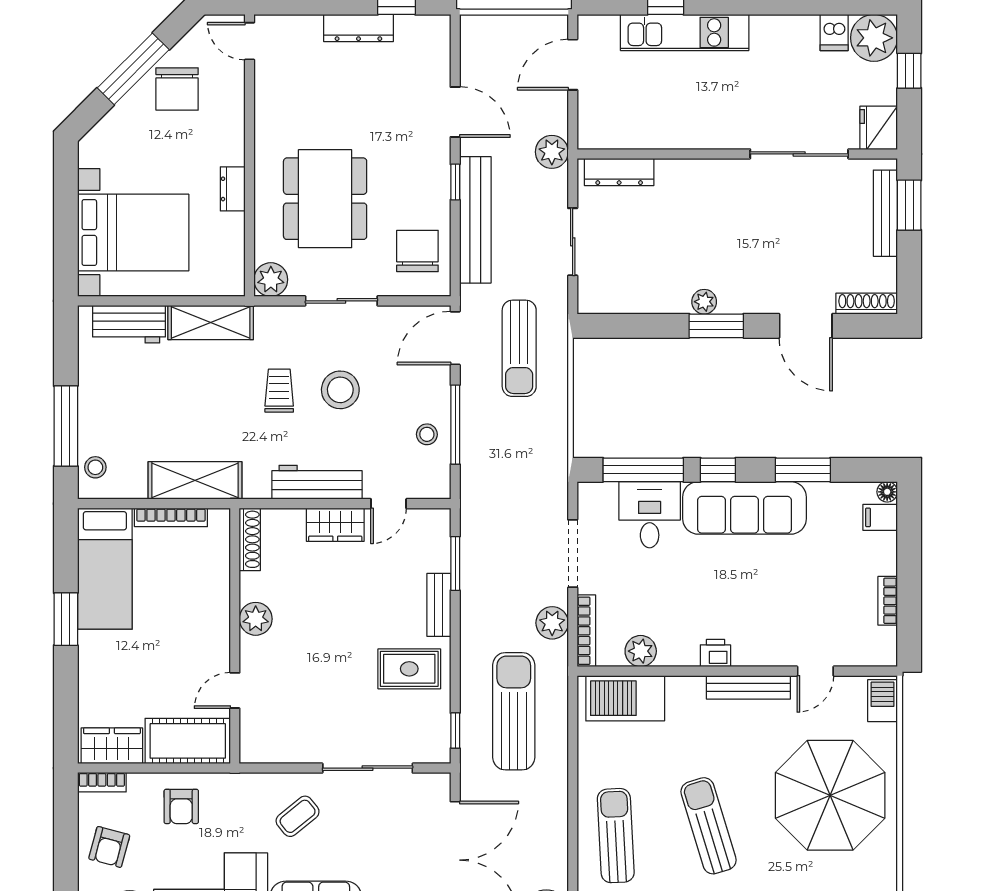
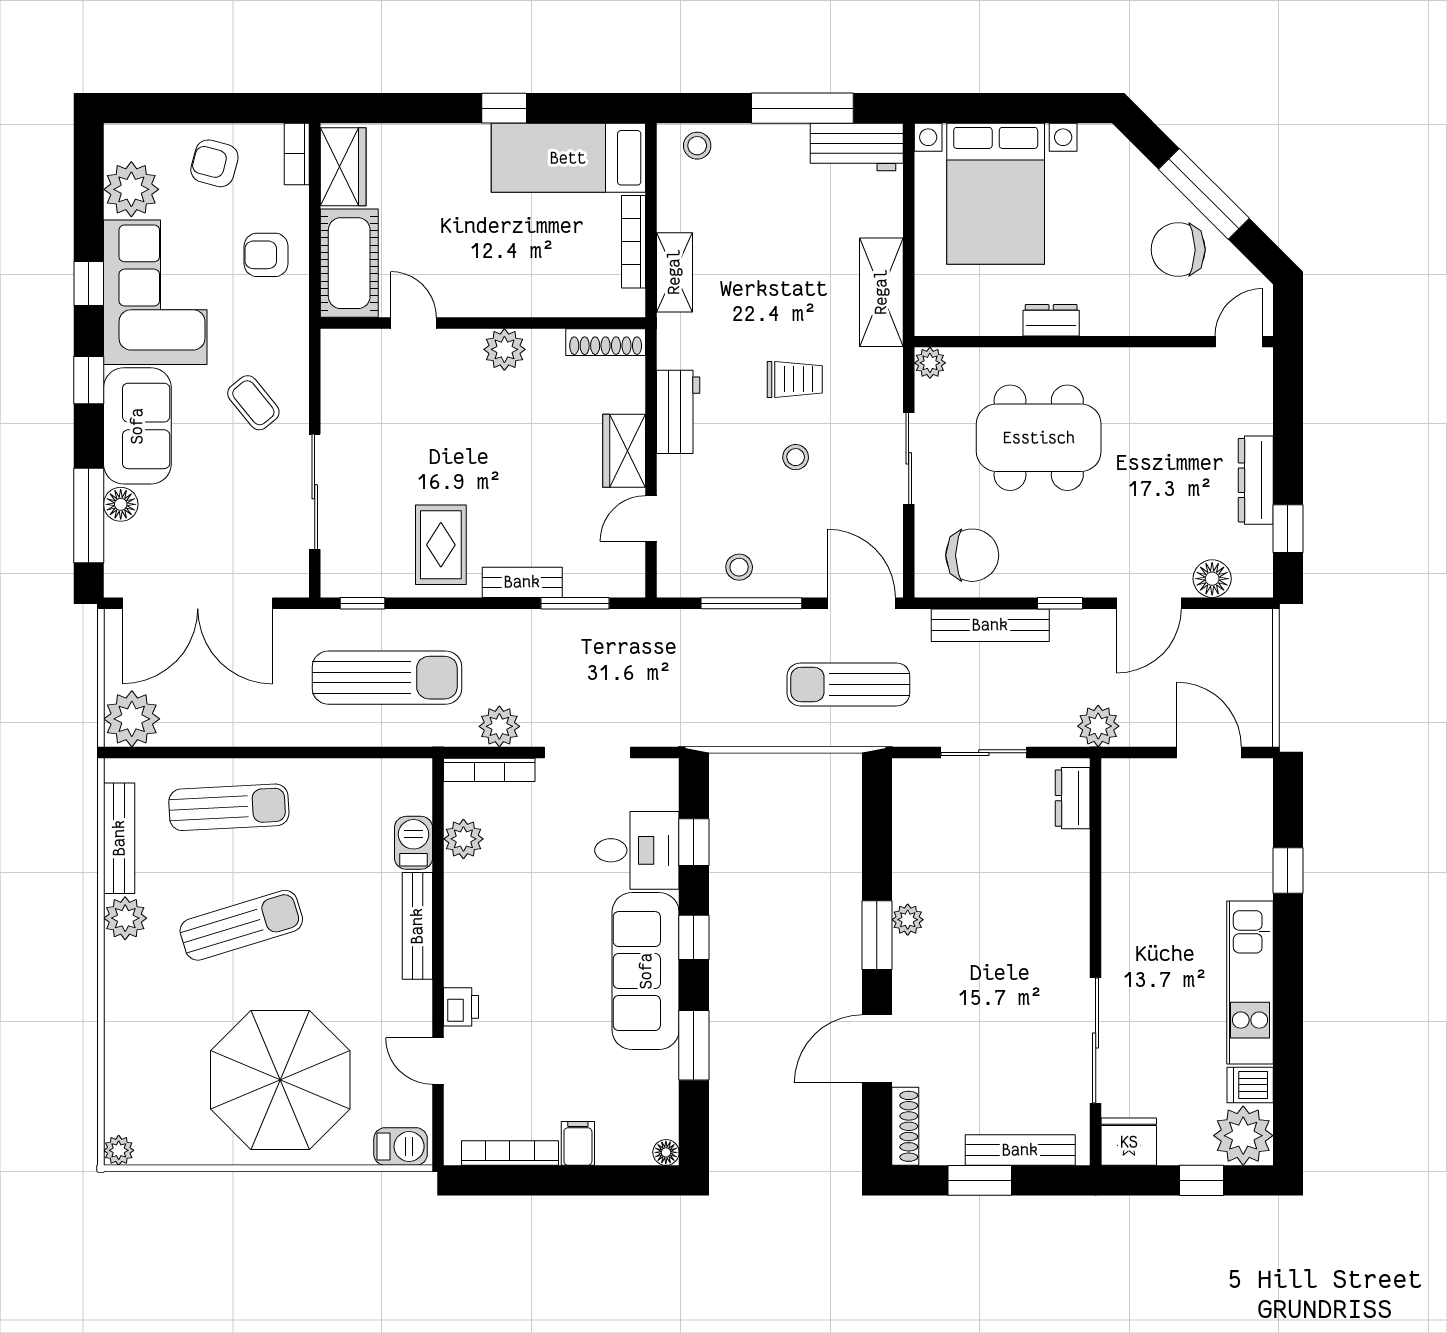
kitchen unit: (685, 32) -> (1250, 983), moved
floor lamp: (436, 62) -> (1212, 579), added
dresser: (619, 172) -> (1073, 798), width x0.70
window: (909, 205) -> (980, 1180), moved
bench: (475, 220) -> (990, 625), width x0.73, depth x0.82
plant: (271, 280) -> (930, 363), width x0.73, depth x0.73
workbench: (129, 324) -> (857, 147), moved, turned -90
stool: (340, 390) -> (796, 457), width x0.53, depth x0.53
window: (66, 426) -> (802, 108), moved
window: (643, 470) -> (694, 842), width x0.46
shelving: (195, 480) -> (674, 272), width x0.67, depth x0.75
workbench: (317, 482) -> (678, 412), width x0.73
door: (389, 504) -> (651, 518), hinge flipped
filing cabinet: (880, 517) -> (578, 1143), moved
bookcase: (888, 601) -> (510, 1153), width x1.56
window: (66, 619) -> (504, 108), width x0.67
printer: (715, 653) -> (461, 1007), moved
bench: (748, 687) -> (417, 926), moved
barbecue: (625, 698) -> (414, 843), width x0.53, depth x0.65

